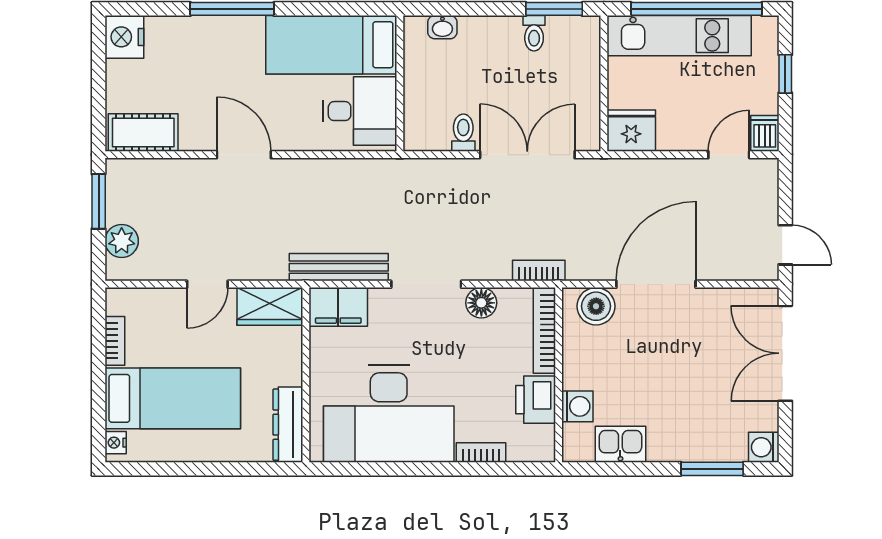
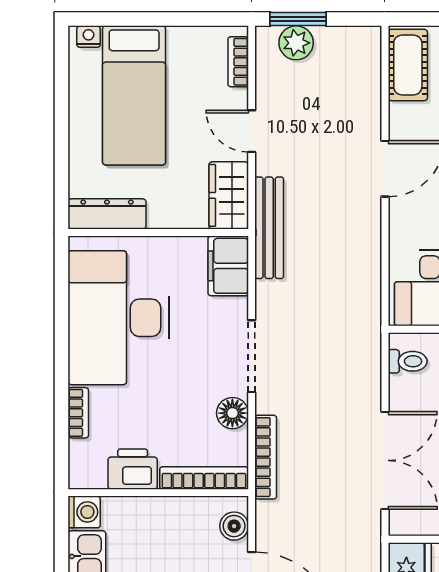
toilet: (463, 133) -> (408, 361), moved
window: (99, 201) -> (298, 19), moved
bench: (339, 267) -> (269, 228), moved
bookcase: (539, 271) -> (266, 457), width x1.56
boiler: (596, 306) -> (234, 526), width x0.73, depth x0.73
bookcase: (115, 341) -> (238, 62), moved, turned 90
washing machine: (577, 406) -> (84, 512), moved, turned -90

